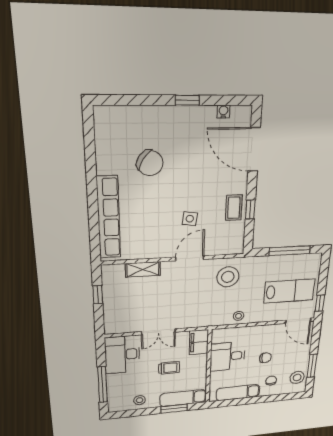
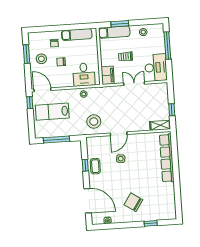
window: (187, 100) -> (151, 223), moved
chair: (150, 163) -> (133, 202), moved
shelving: (143, 269) -> (160, 125), moved
desk: (227, 356) -> (84, 74), moved, turned 90
stool: (297, 377) -> (41, 59), moved

